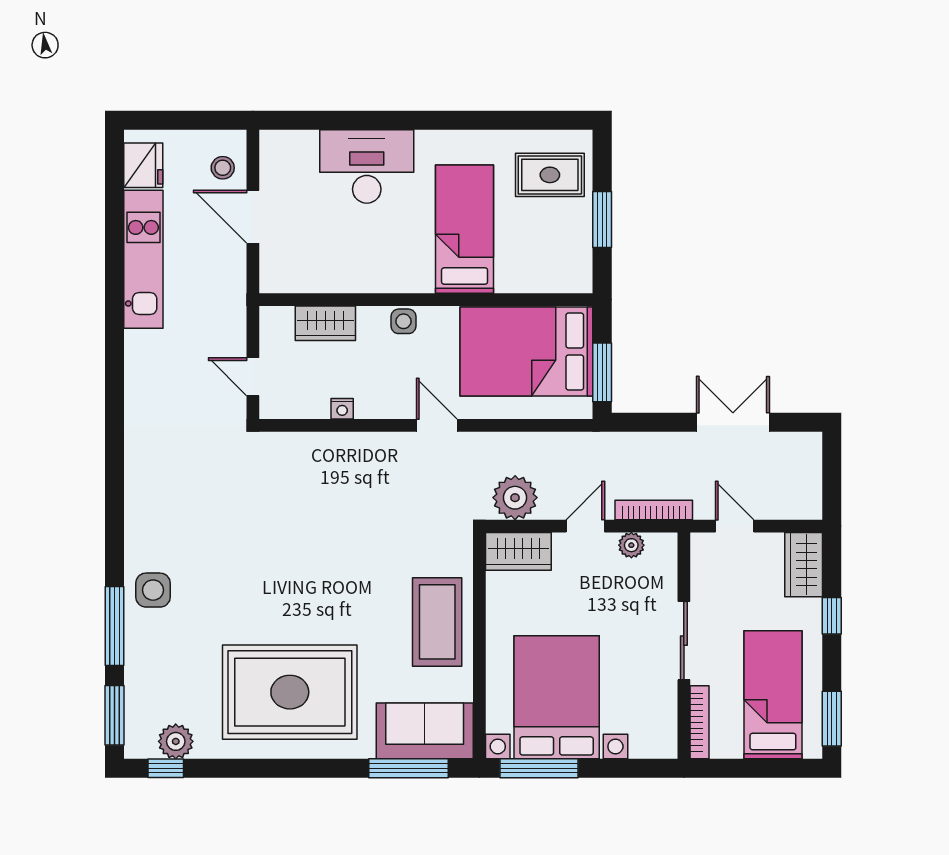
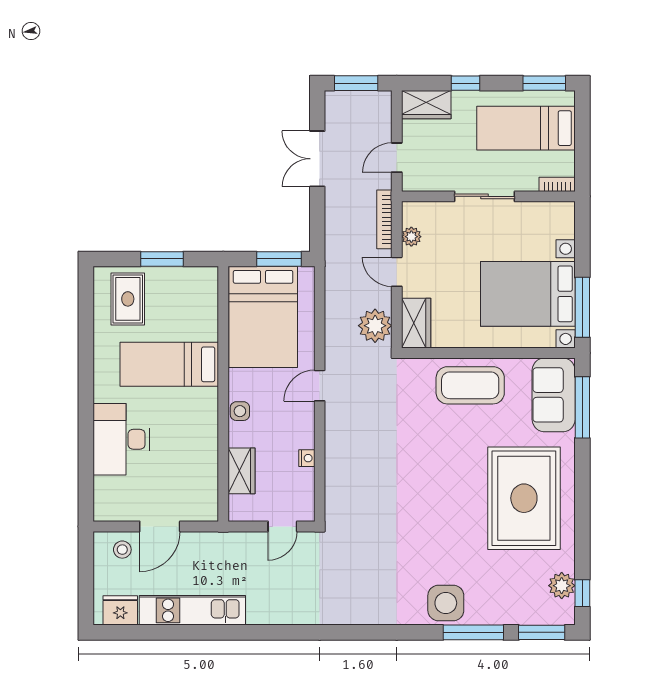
window: (832, 473) -> (356, 83), added
side table: (153, 590) -> (446, 603), width x1.37, depth x1.37
bookcase: (700, 722) -> (557, 184), width x0.64

